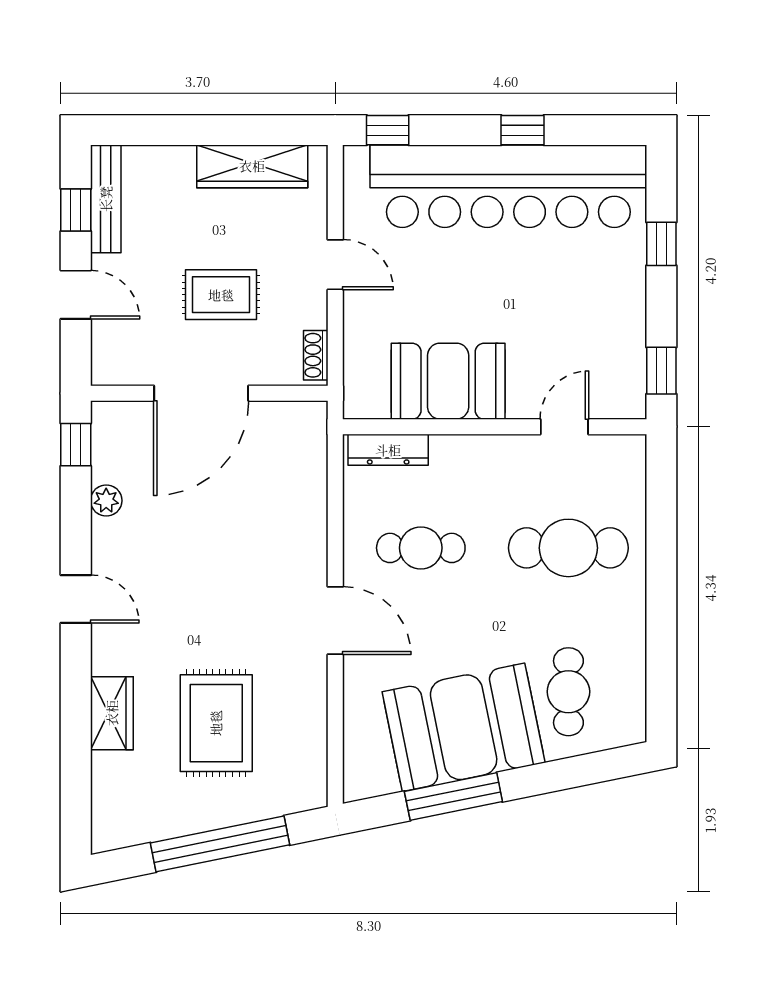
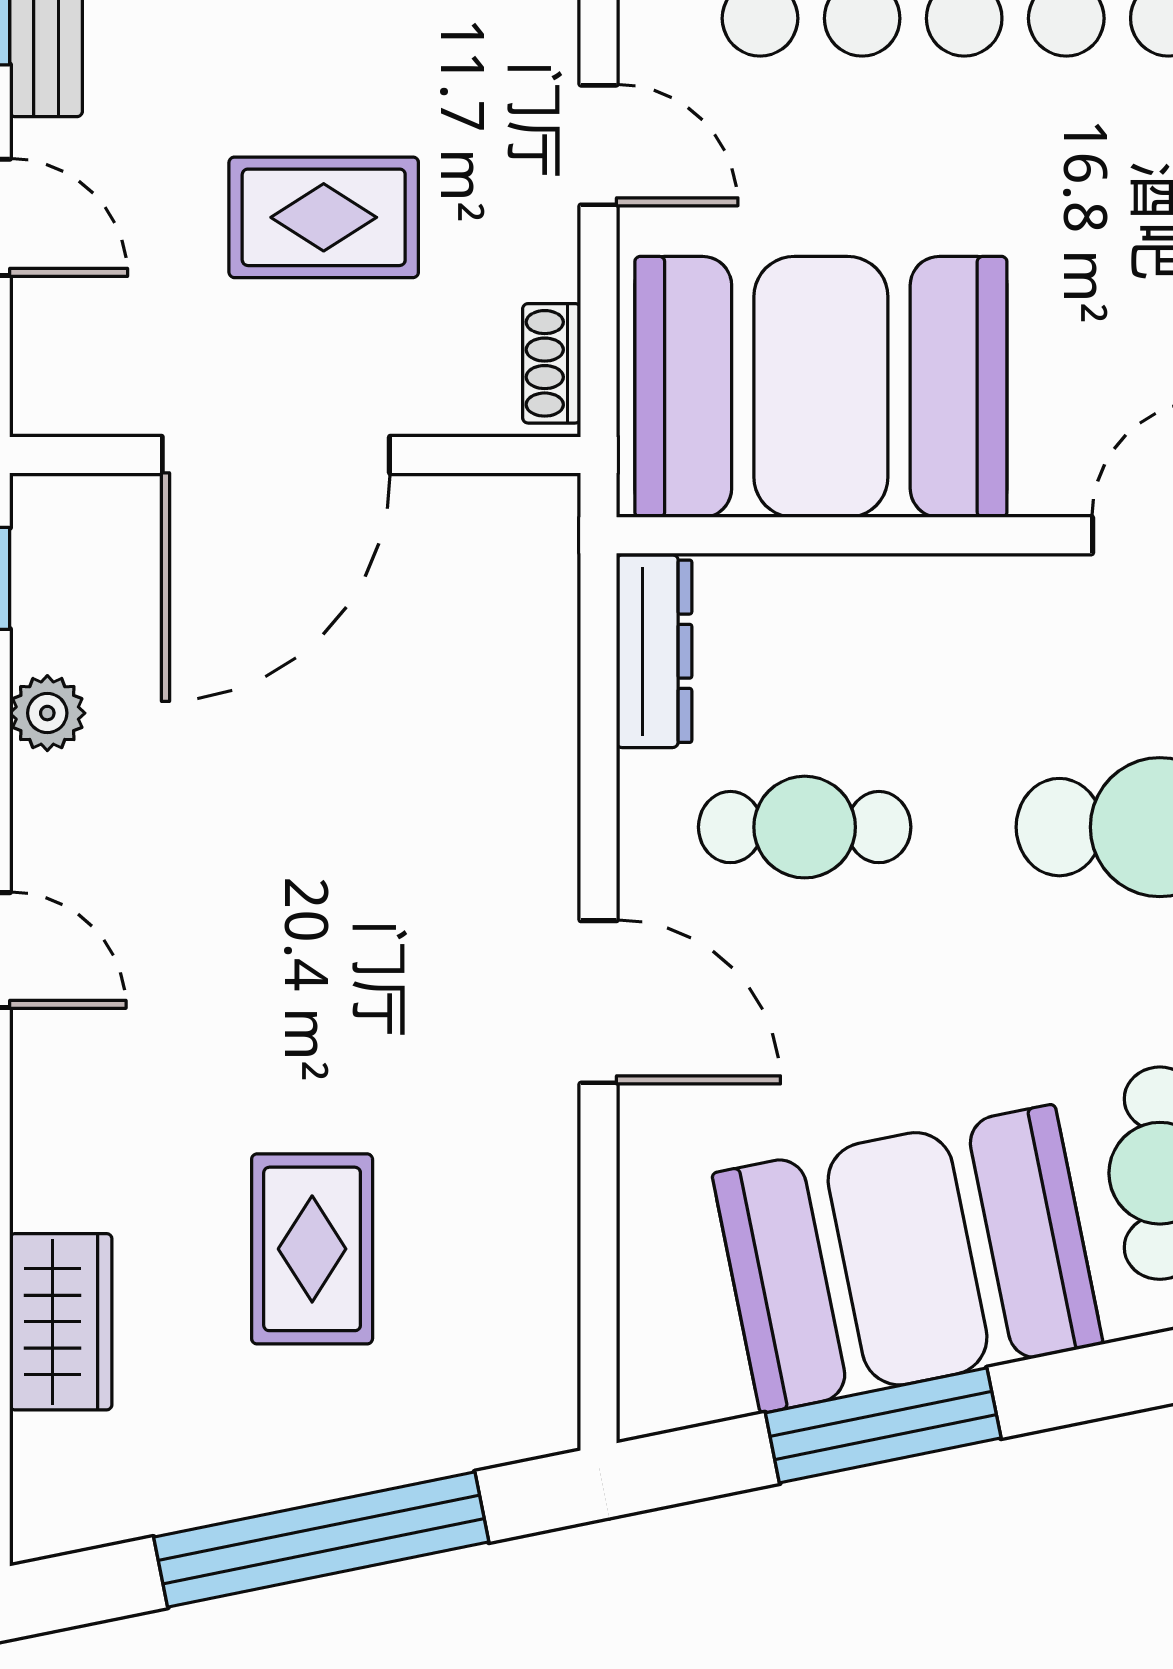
booth: (448, 381) -> (821, 387), width x1.36, depth x1.42
dresser: (388, 450) -> (654, 651), moved, turned -90
wardrobe: (112, 713) -> (61, 1322), moved
rug: (216, 723) -> (312, 1249), width x0.73, depth x0.70

